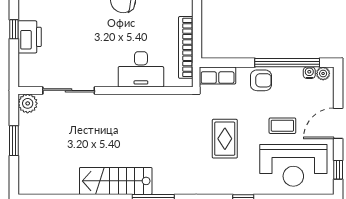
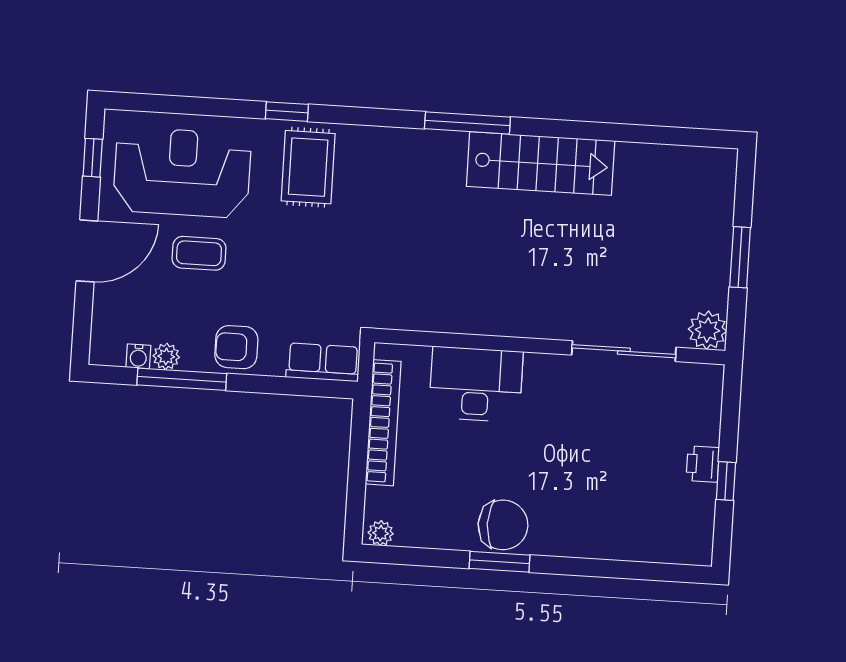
printer: (30, 37) -> (703, 464), width x0.53, depth x0.68
window: (287, 63) -> (182, 379), width x0.68
plant: (323, 74) -> (166, 356), moved
rug: (225, 139) -> (308, 167), moved

